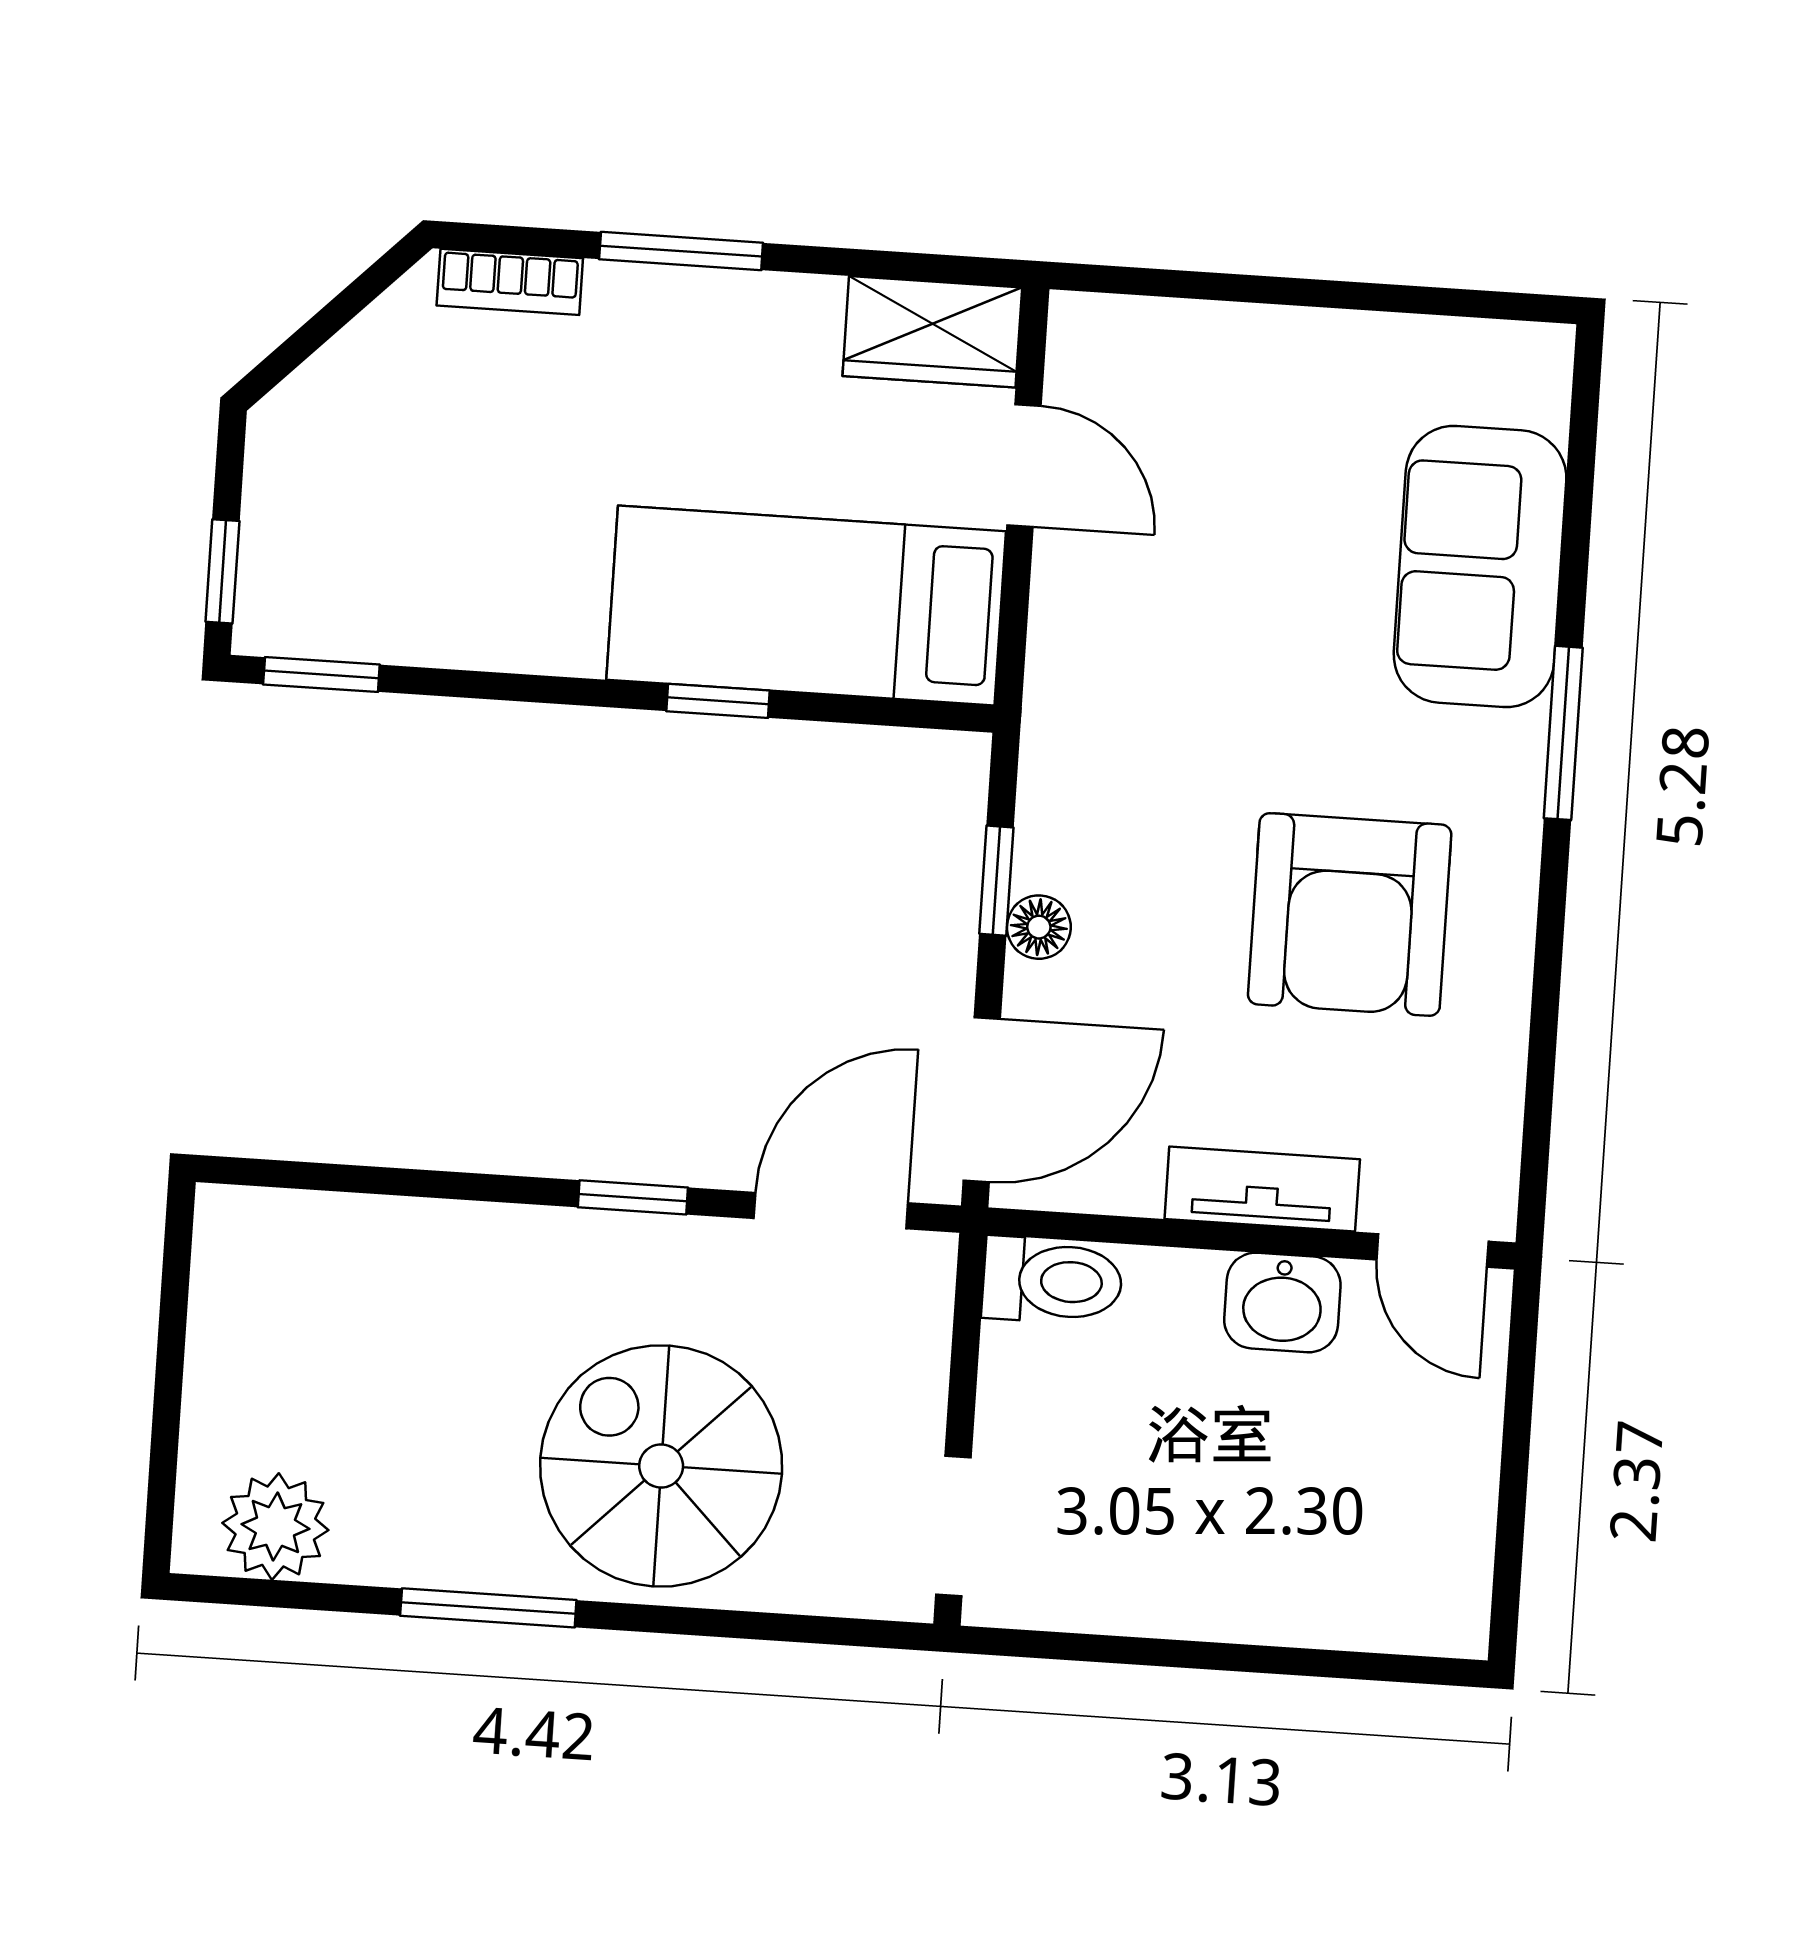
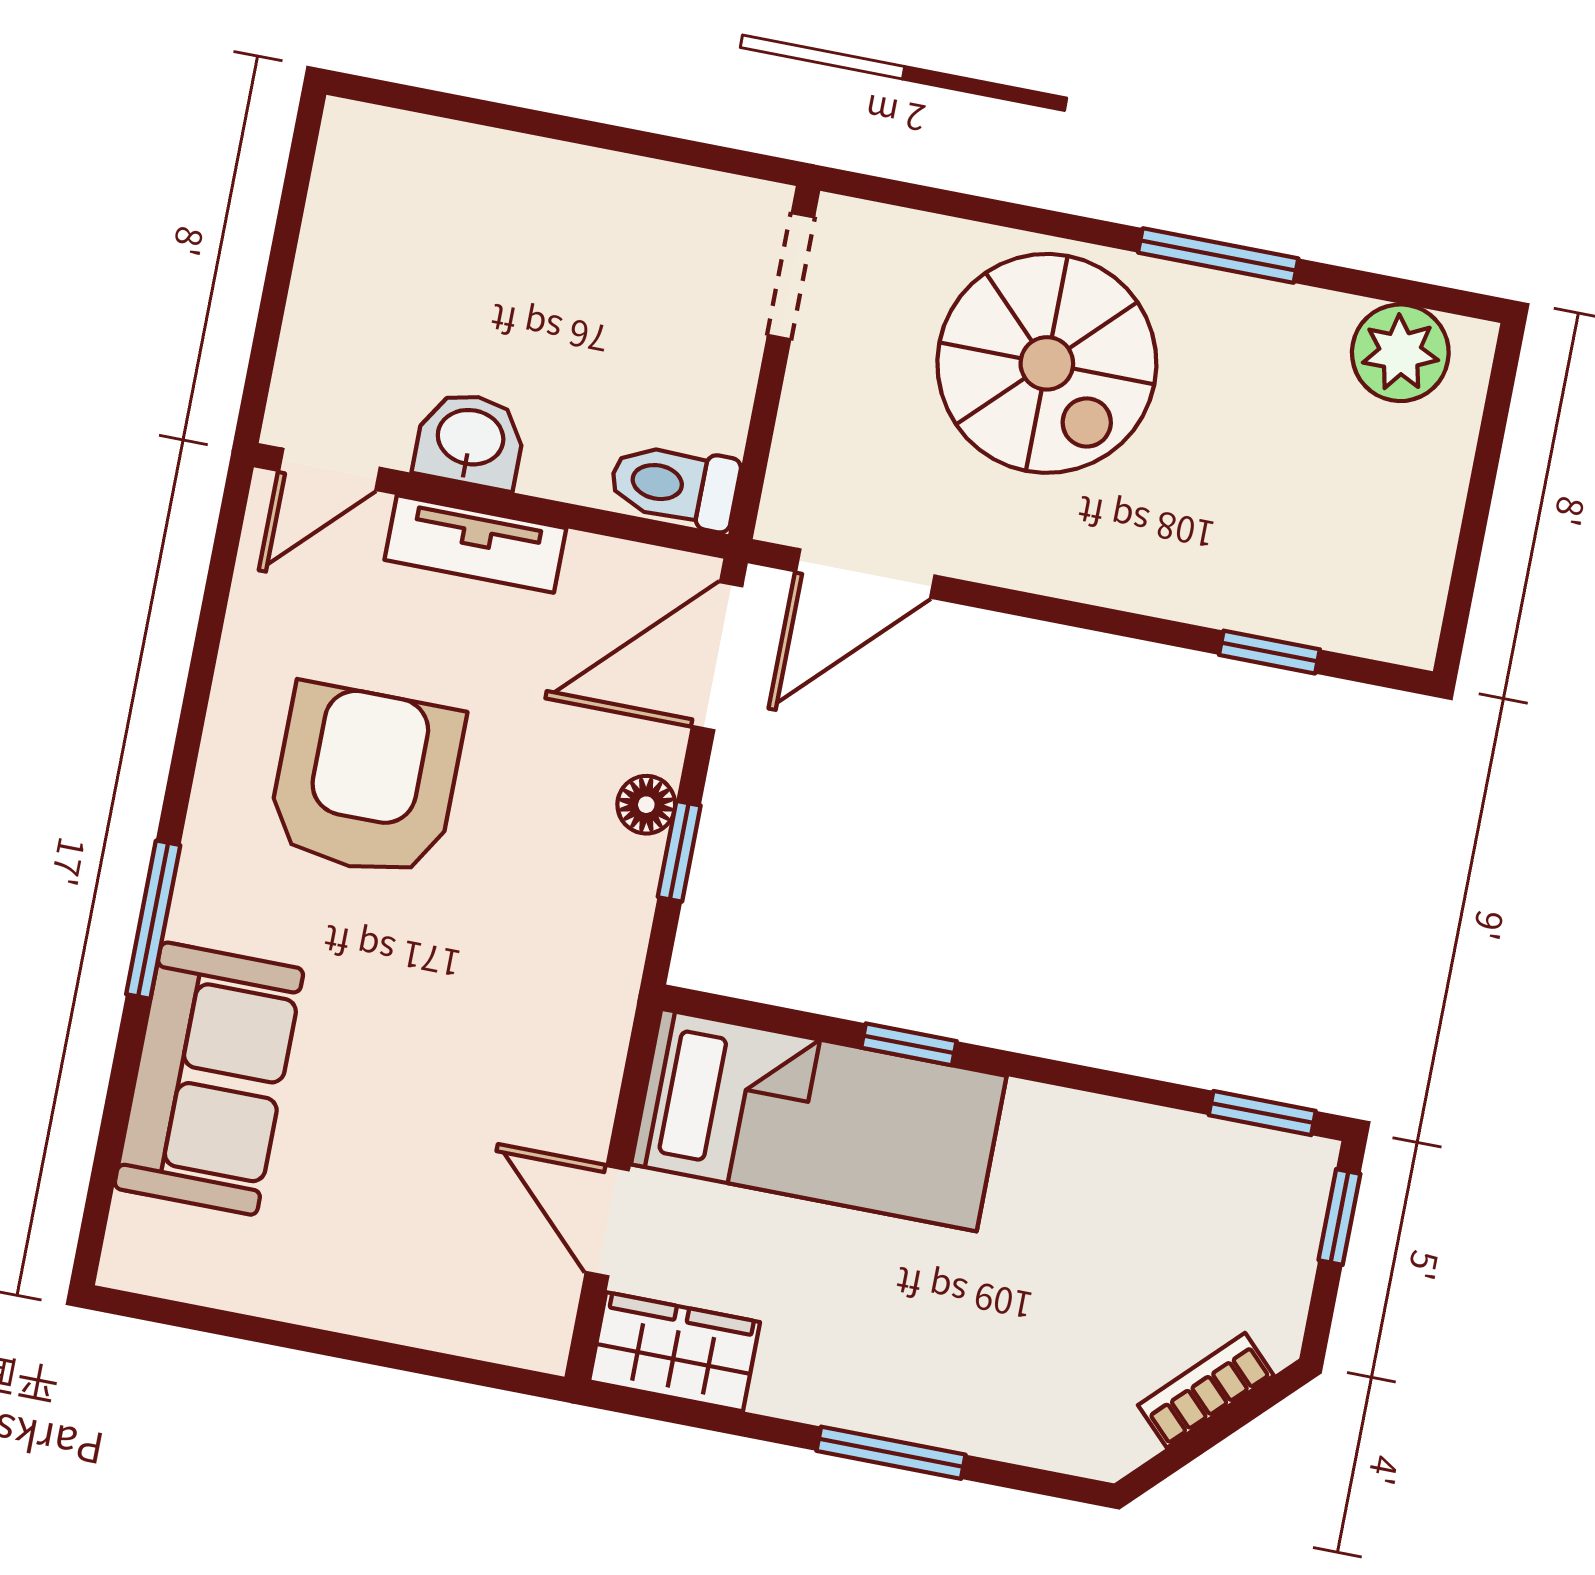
bookcase: (510, 282) -> (1206, 1390), moved, turned -45
window: (633, 1197) -> (1269, 652), moved
door: (1432, 1251) -> (329, 469), swing flipped

